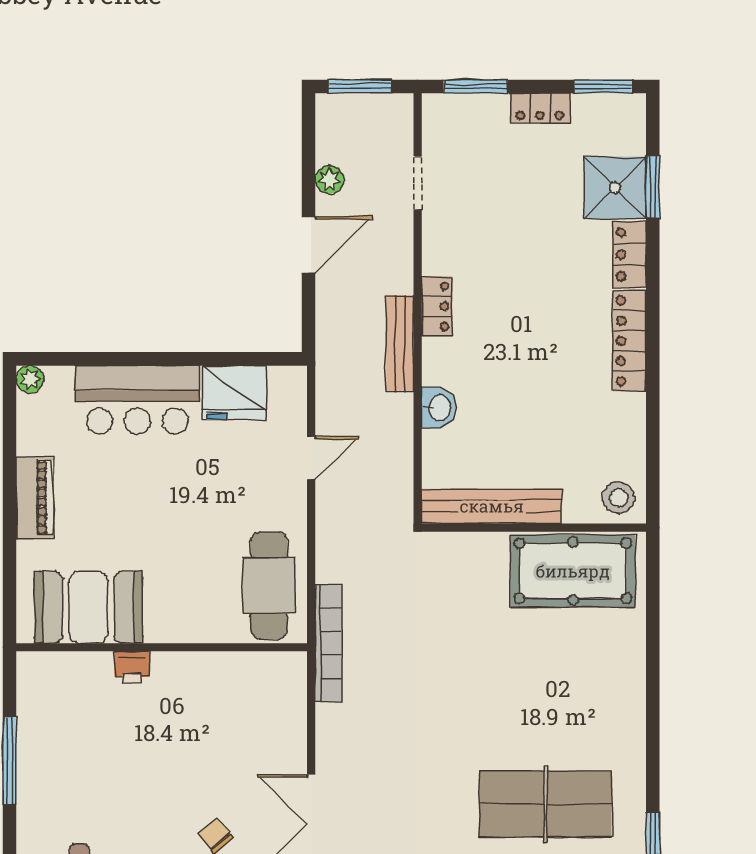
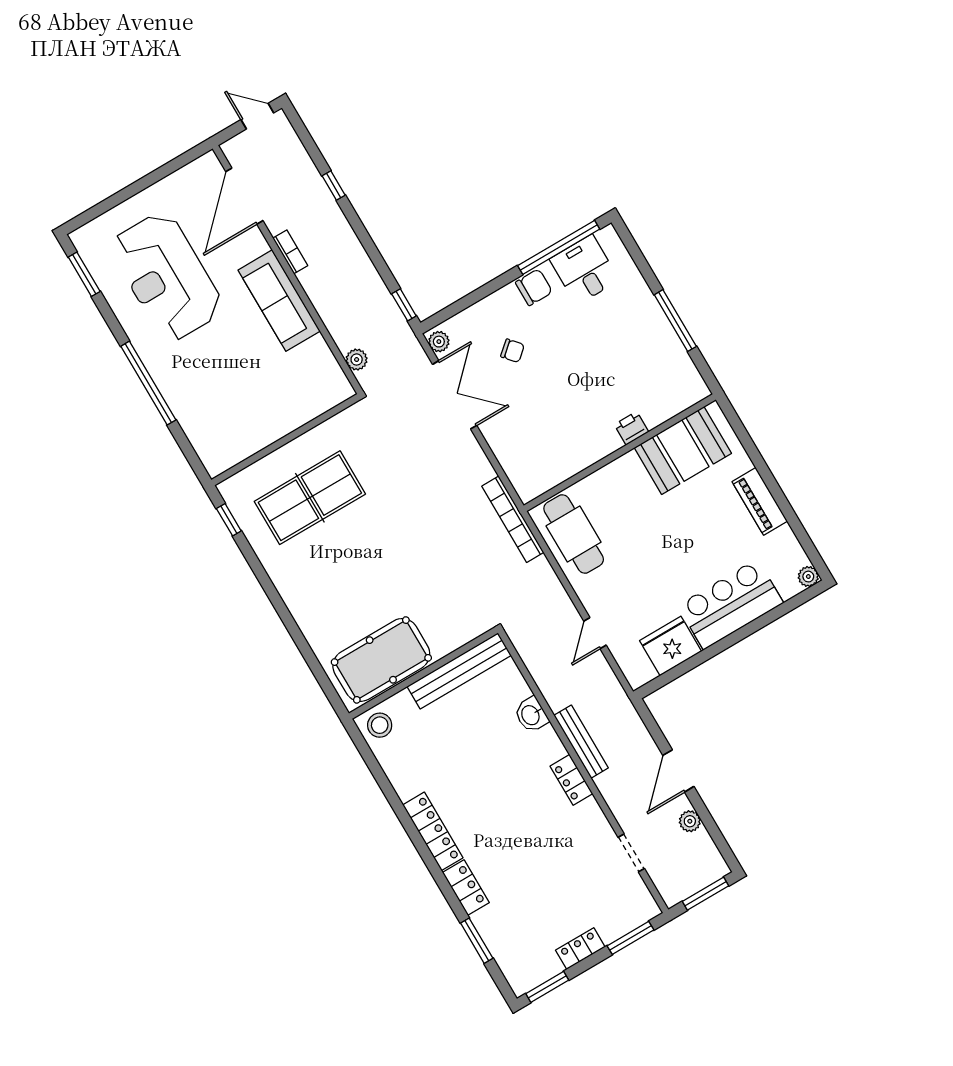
shower: (615, 188) -> (501, 925), removed

